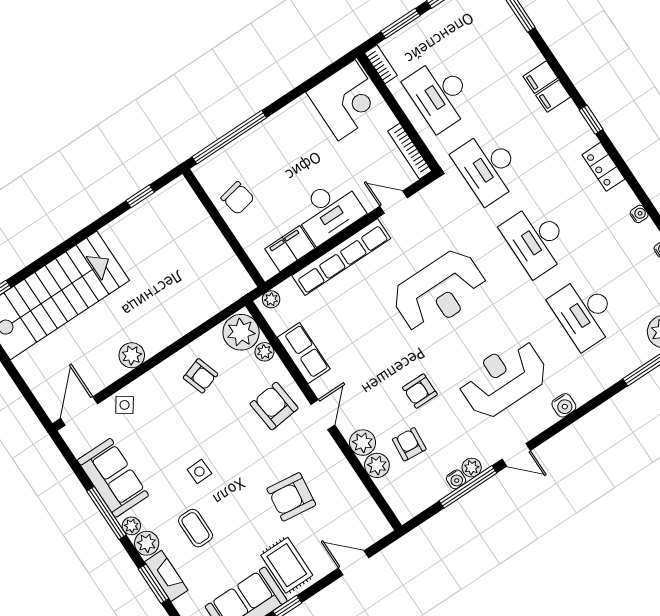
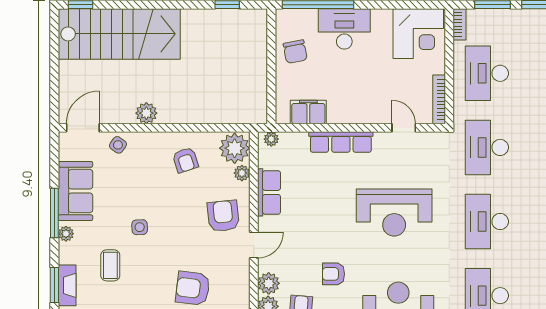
desk: (329, 211) -> (344, 29), moved, turned 180
row of seats: (341, 257) -> (341, 142), width x0.73
plant: (147, 543) -> (69, 253), removed

